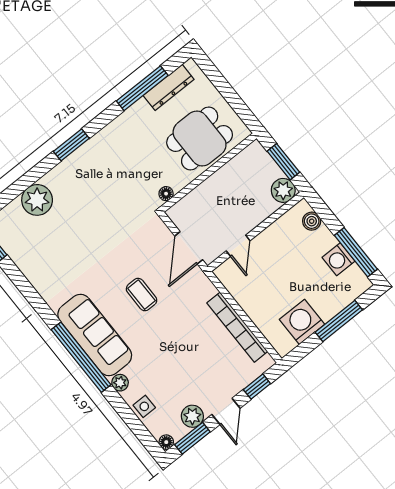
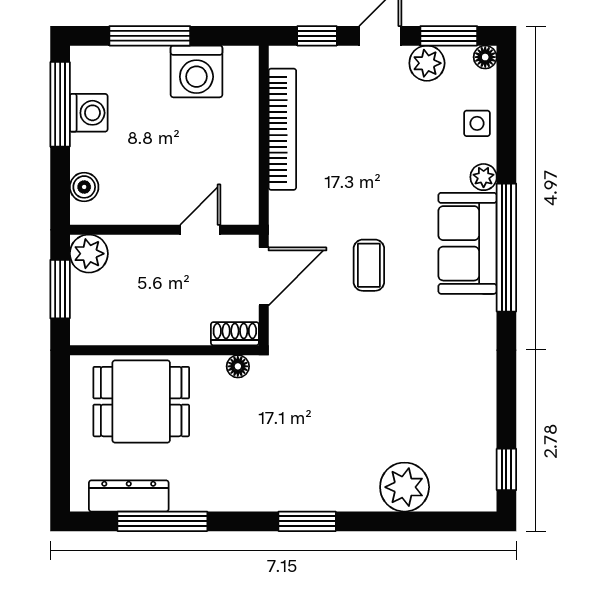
shoe rack: (180, 208) -> (235, 334), added
sofa: (95, 335) -> (467, 243), width x0.73

